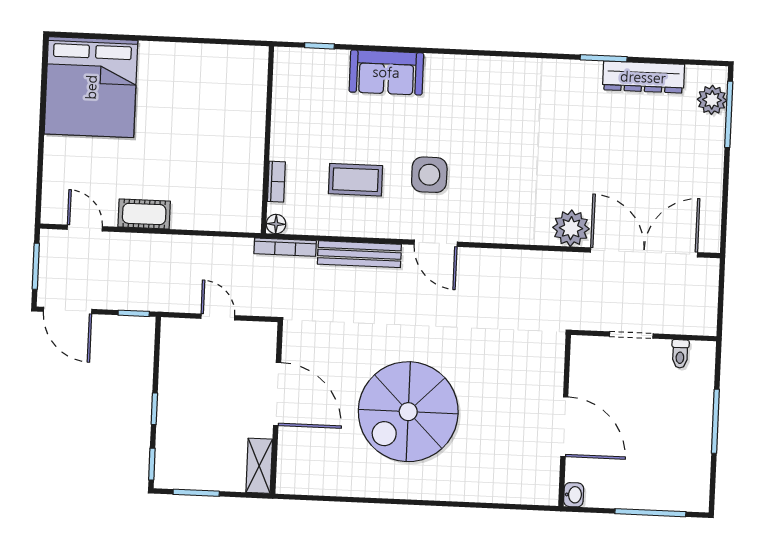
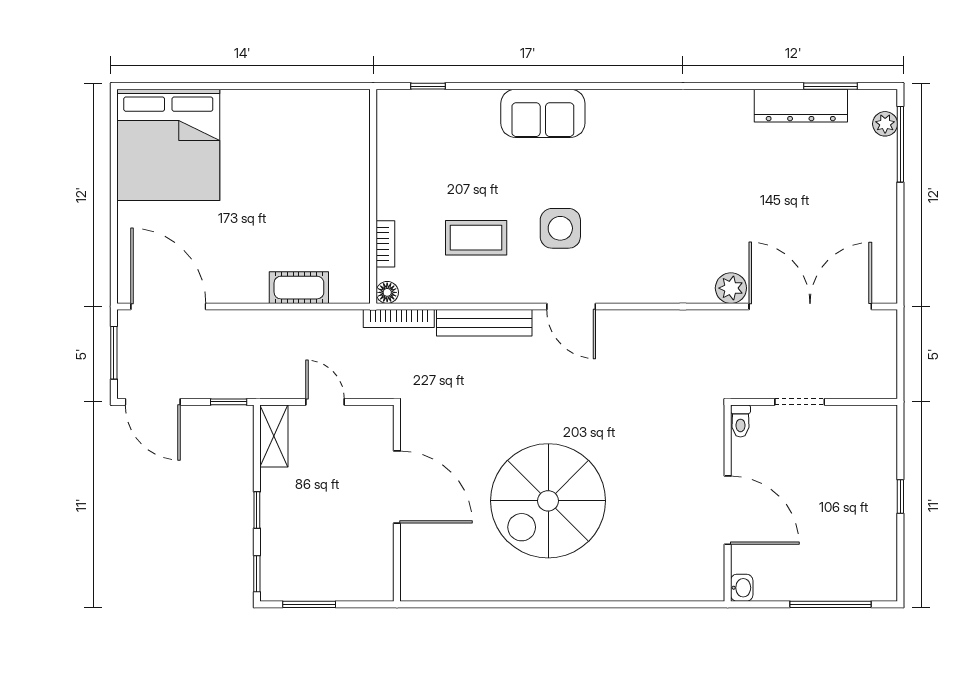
window: (604, 58) -> (831, 86), moved
sofa: (386, 72) -> (543, 113), moved
plant: (712, 100) -> (885, 124), width x0.73, depth x0.73
cot: (144, 214) -> (299, 288), moved
door: (85, 228) -> (168, 307), width x1.87
plant: (571, 228) -> (731, 288), width x0.73, depth x0.73
toilet: (680, 354) -> (740, 421), moved
window: (715, 421) -> (900, 496), width x0.46
shelving: (259, 466) -> (274, 436), moved

